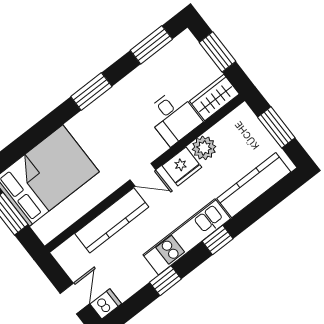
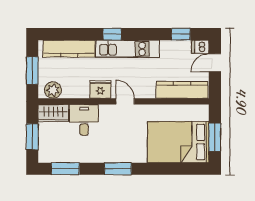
plant: (204, 148) -> (53, 90), moved
kitchen counter: (112, 220) -> (182, 90), moved
window: (165, 281) -> (181, 34), moved

